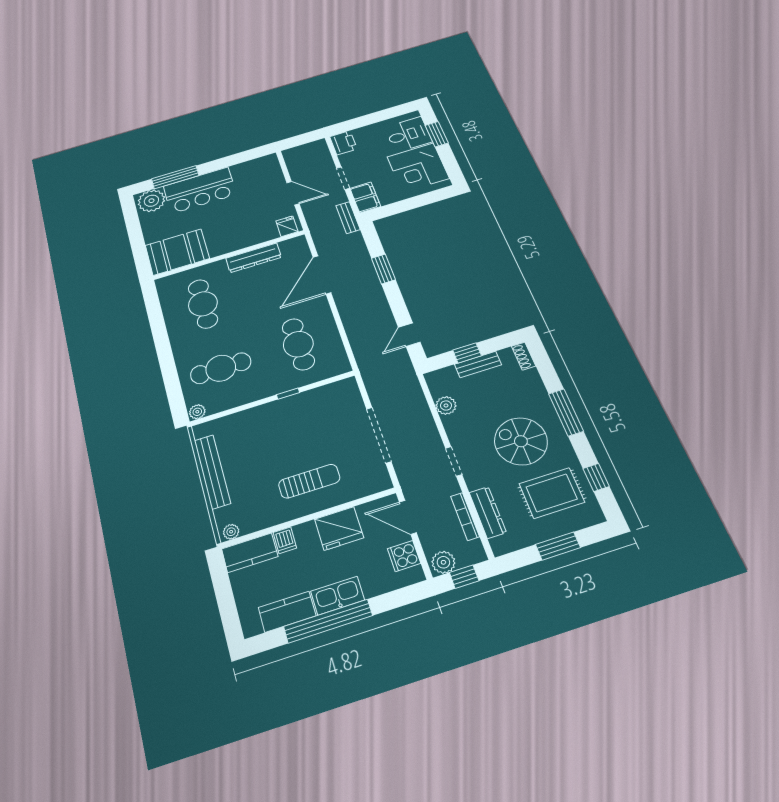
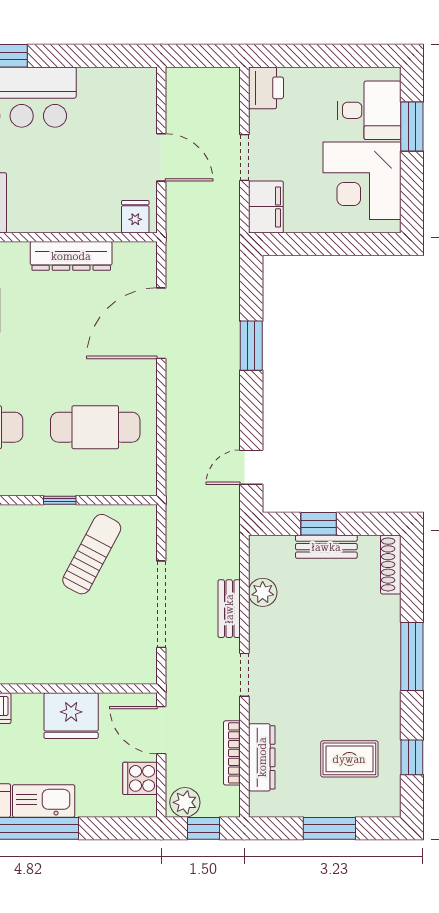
bench: (348, 218) -> (229, 609), moved
cafe table: (298, 344) -> (95, 427), turned 90
shoe rack: (524, 356) -> (391, 564), width x1.43
spiral stairs: (521, 441) -> (339, 677), removed
sun lounger: (309, 481) -> (92, 554), moved, turned -62
rug: (552, 493) -> (349, 759), width x0.73, depth x0.70

